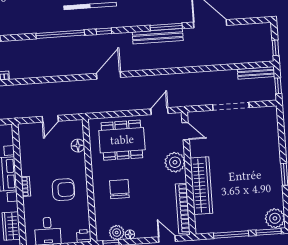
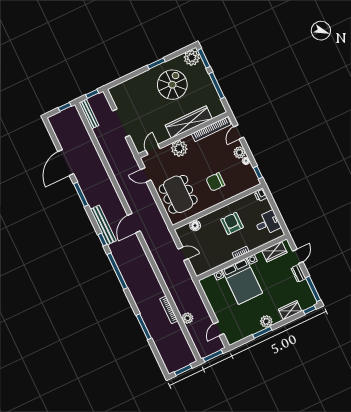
bench: (158, 36) -> (103, 225), moved
door: (109, 75) -> (134, 223), hinge flipped
spiral stairs: (252, 183) -> (172, 85), added
plant: (117, 233) -> (240, 152), moved

